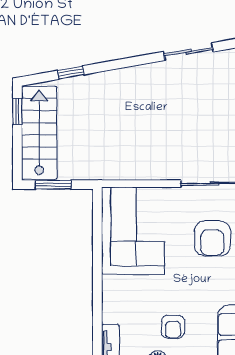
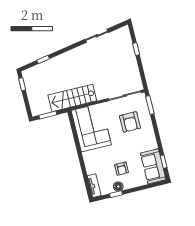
stairs: (39, 133) -> (72, 98), moved, turned -90

